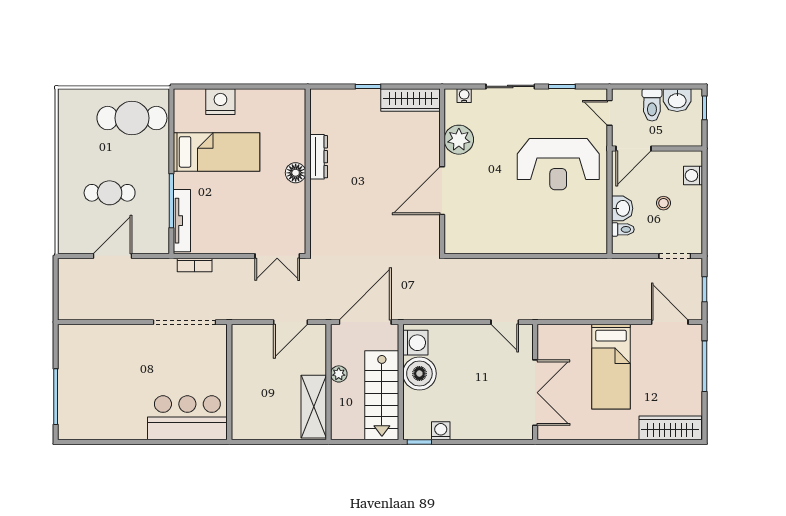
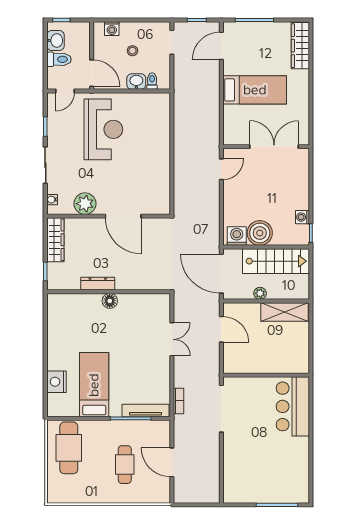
dresser: (319, 157) -> (98, 284), moved
wall: (308, 171) -> (109, 292), moved
floor lamp: (296, 173) -> (110, 301), moved

